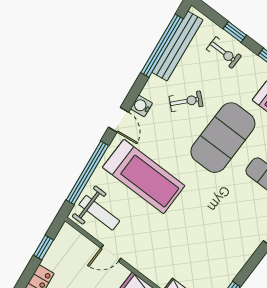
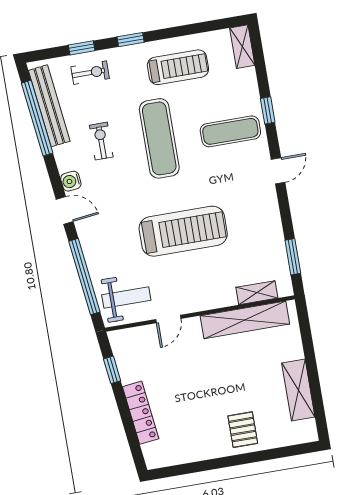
exercise bike: (186, 101) -> (101, 141), turned -43
exercise mat: (223, 138) -> (159, 138), width x0.68
treadmill: (144, 177) -> (183, 231), moved

